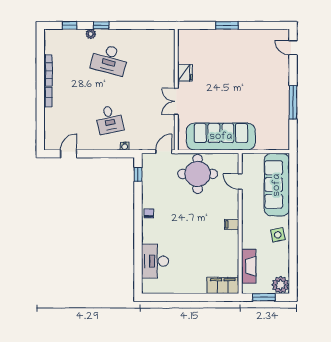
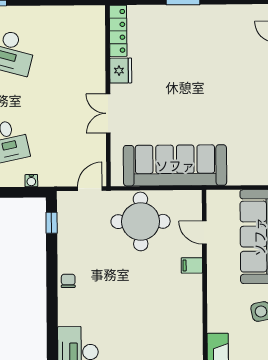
locker: (183, 46) -> (118, 31), added
filing cabinet: (232, 224) -> (192, 265), moved

